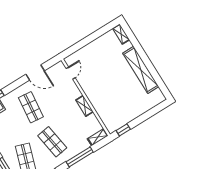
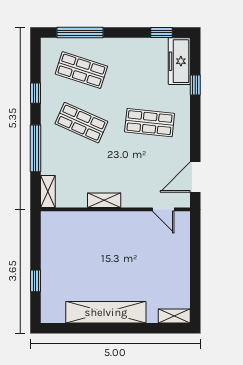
door: (35, 73) -> (195, 177), moved
window: (123, 130) -> (36, 281), moved
shop shelf: (52, 142) -> (81, 123), turned 33

